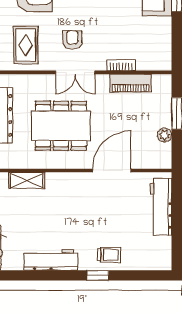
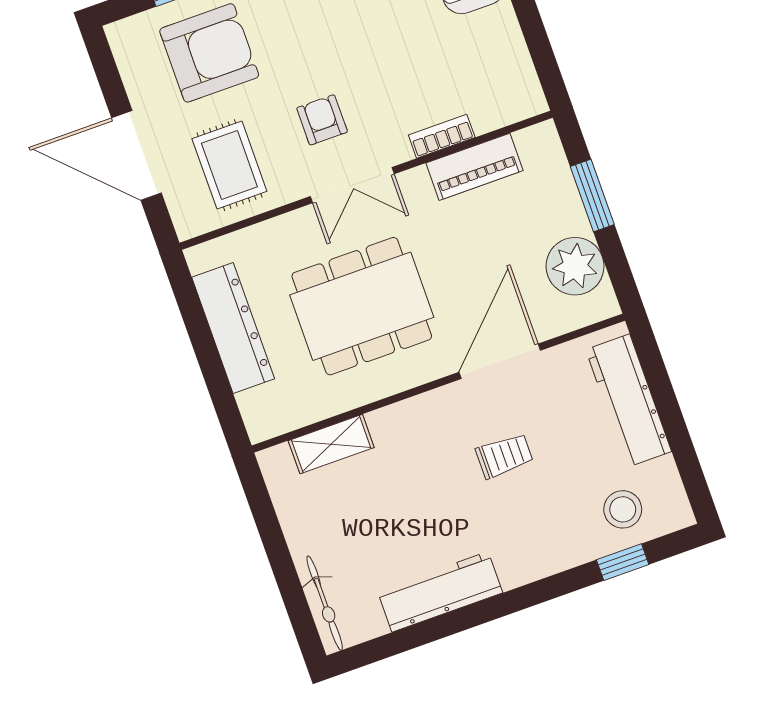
plant: (165, 135) -> (575, 266), width x1.88, depth x1.88
stool: (142, 253) -> (623, 509), added
trolley: (109, 255) -> (504, 456), moved
window: (98, 275) -> (623, 562), moved

